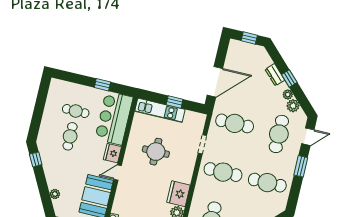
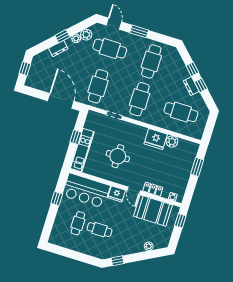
locker: (121, 194) -> (153, 189), added

